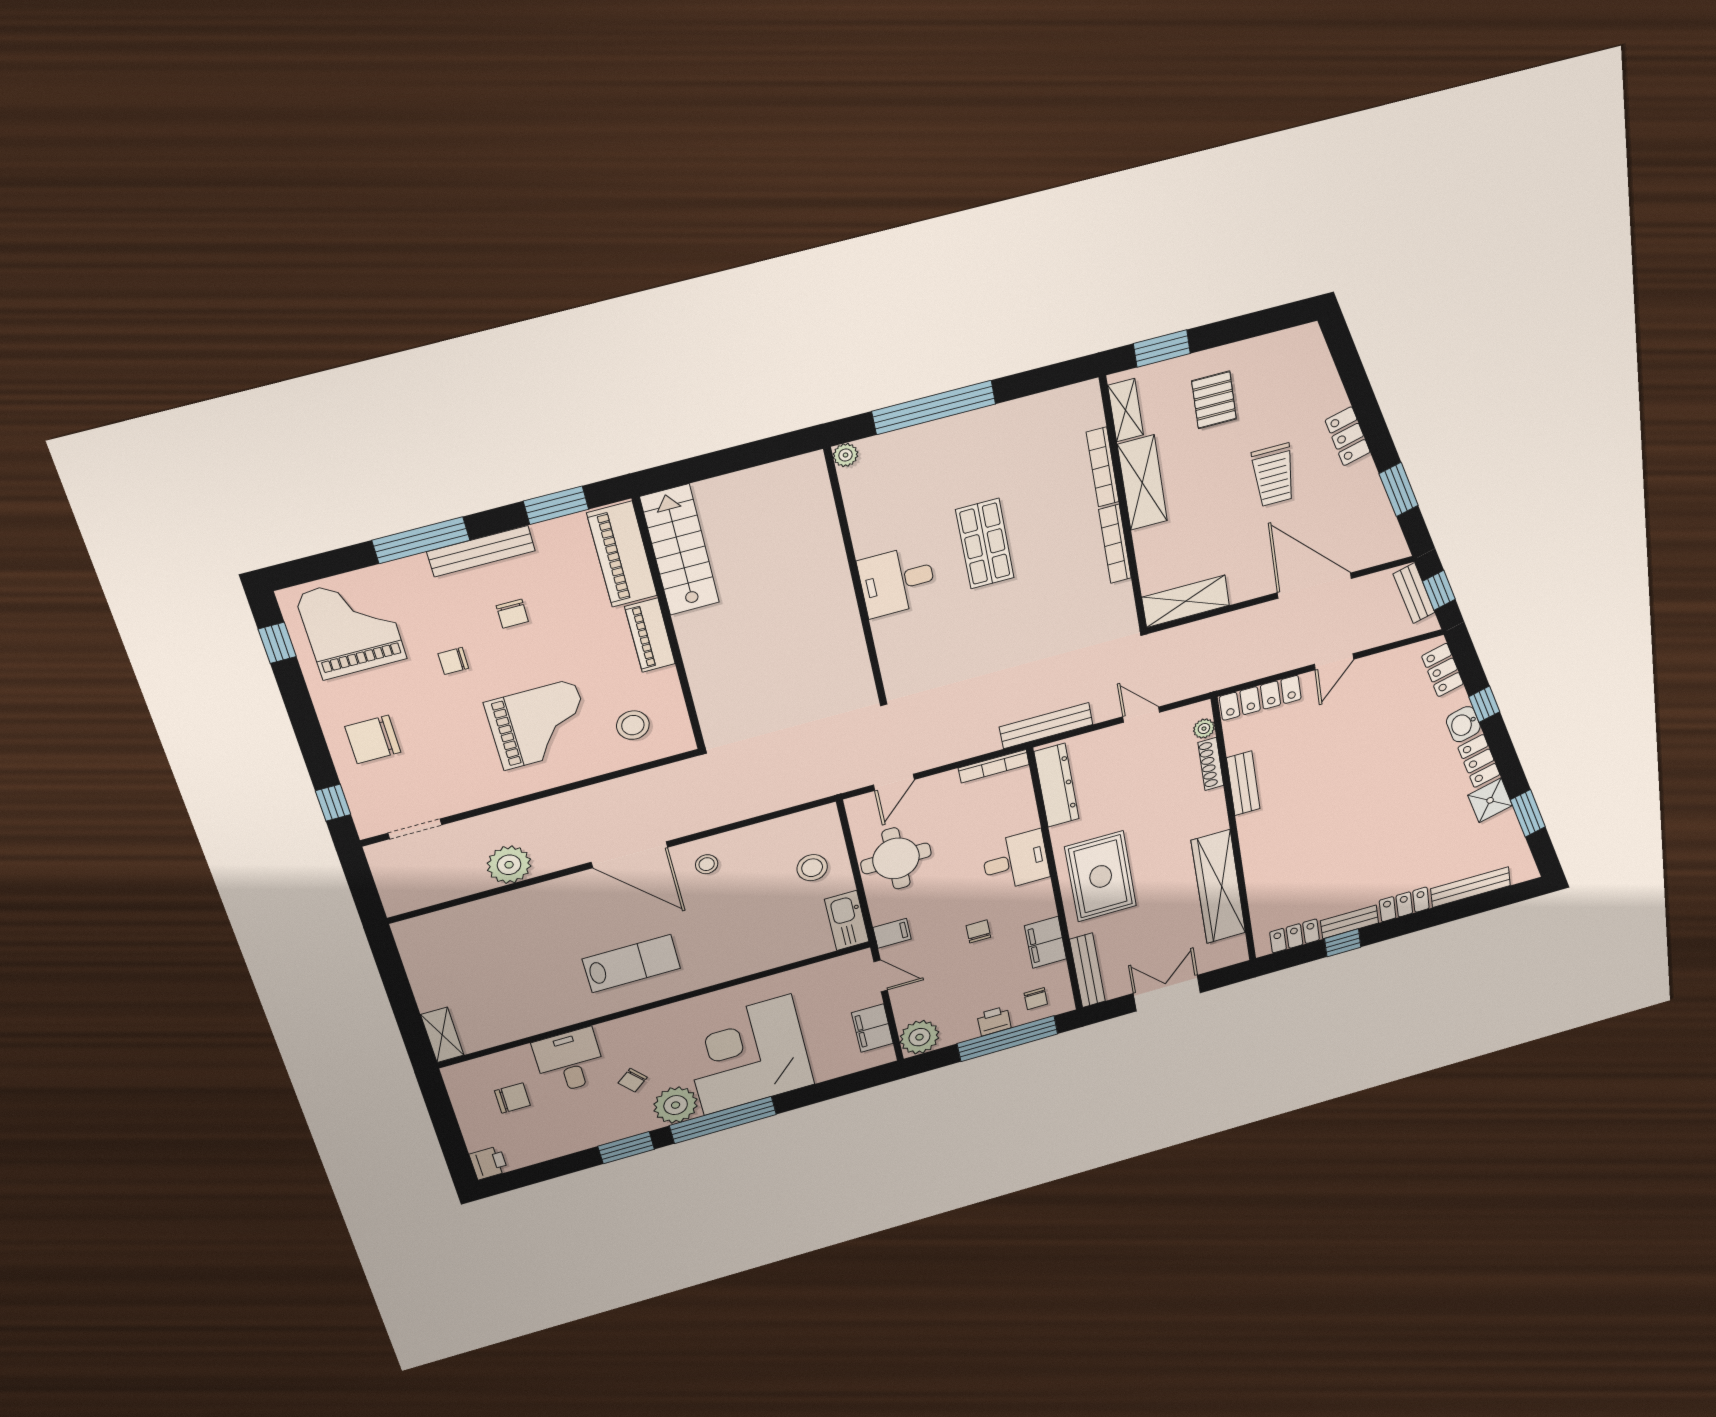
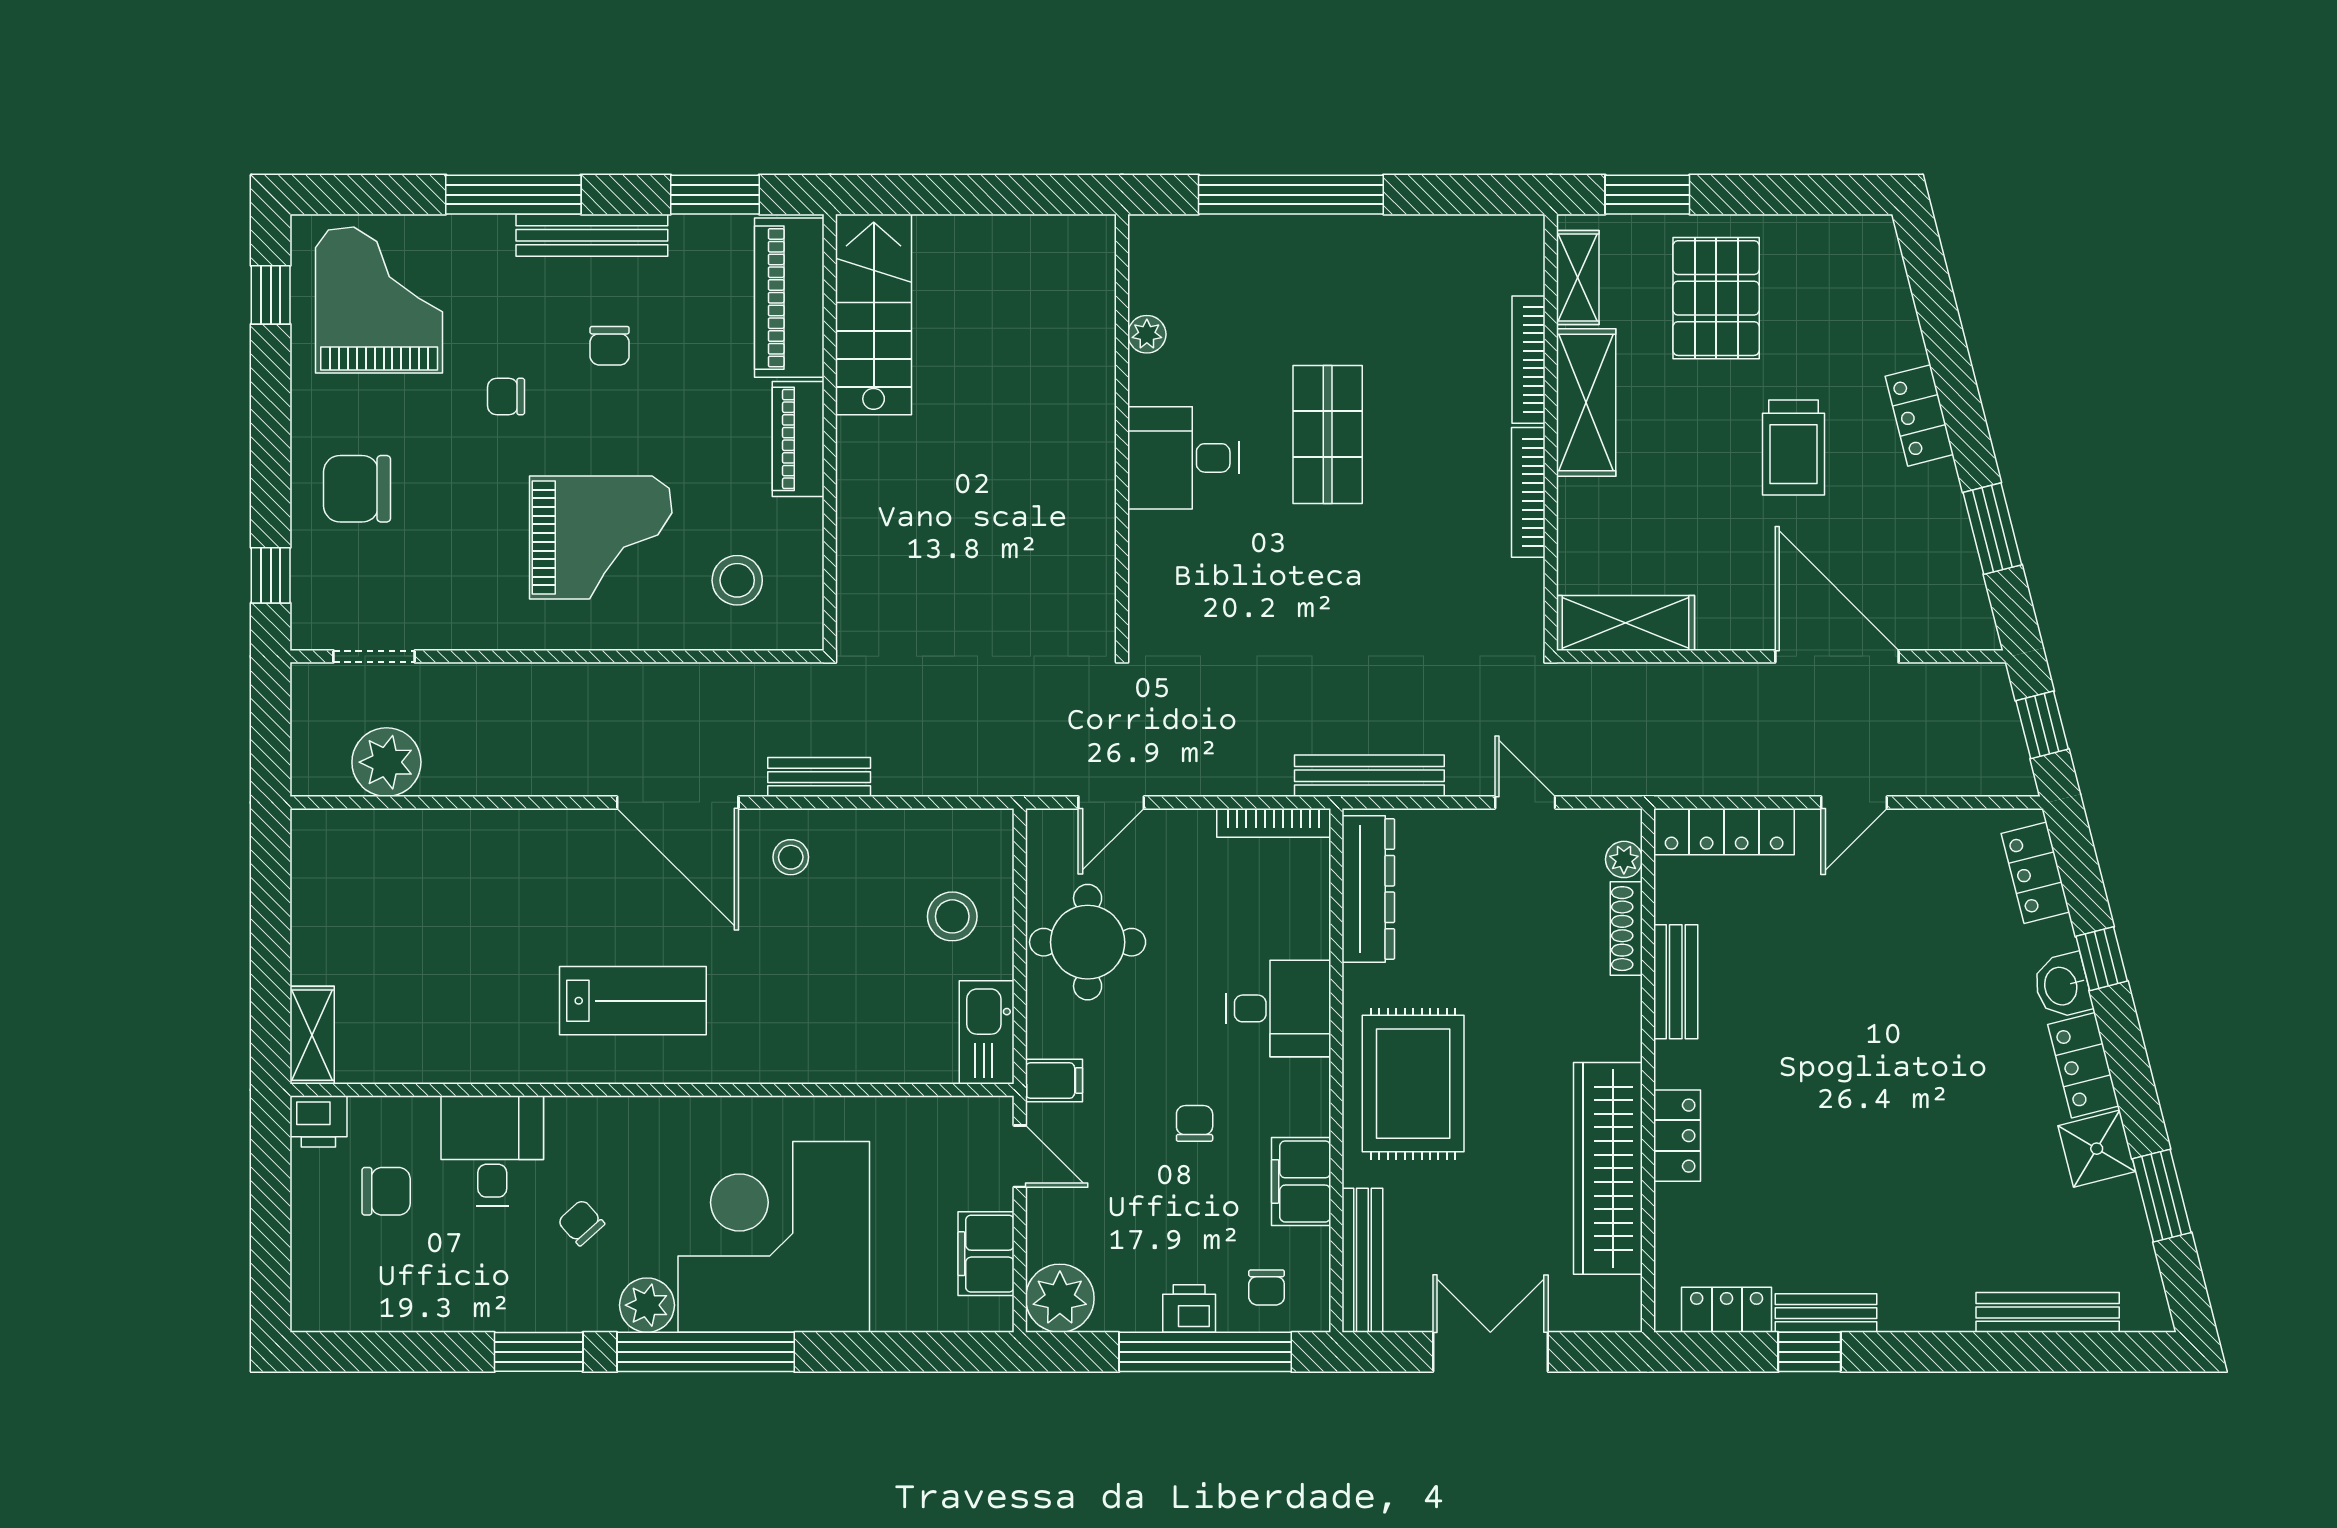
pallet: (1214, 400) -> (1716, 298), width x1.50, depth x1.42
plant: (846, 455) -> (1147, 334), moved
bench: (1414, 593) -> (819, 777), moved, turned -76
plant: (509, 865) -> (386, 762), moved
locker: (1404, 904) -> (1677, 1136), moved, turned 90
chair: (633, 1080) -> (581, 1223), turned 88
plant: (676, 1105) -> (647, 1305), width x0.73, depth x0.73
printer: (489, 1163) -> (318, 1121), moved, turned 90

